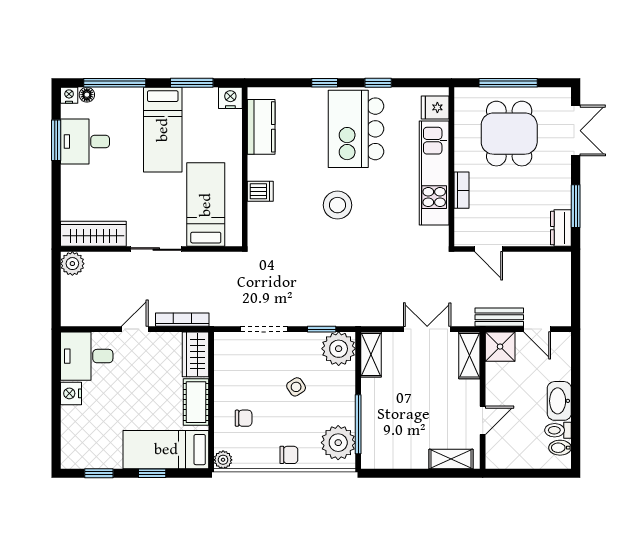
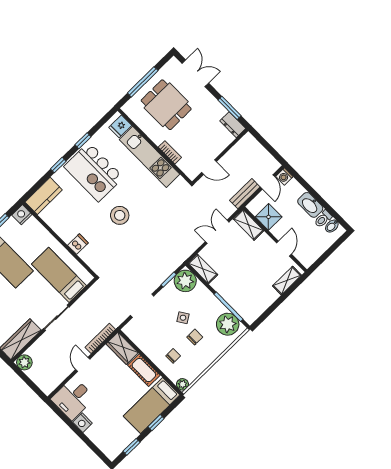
kitchen counter: (261, 127) -> (44, 196), moved, turned 90
door: (537, 329) -> (268, 182), hinge flipped
washing machine: (562, 341) -> (284, 177), added
shower: (500, 347) -> (269, 217), moved
chair: (289, 455) -> (195, 337), moved

